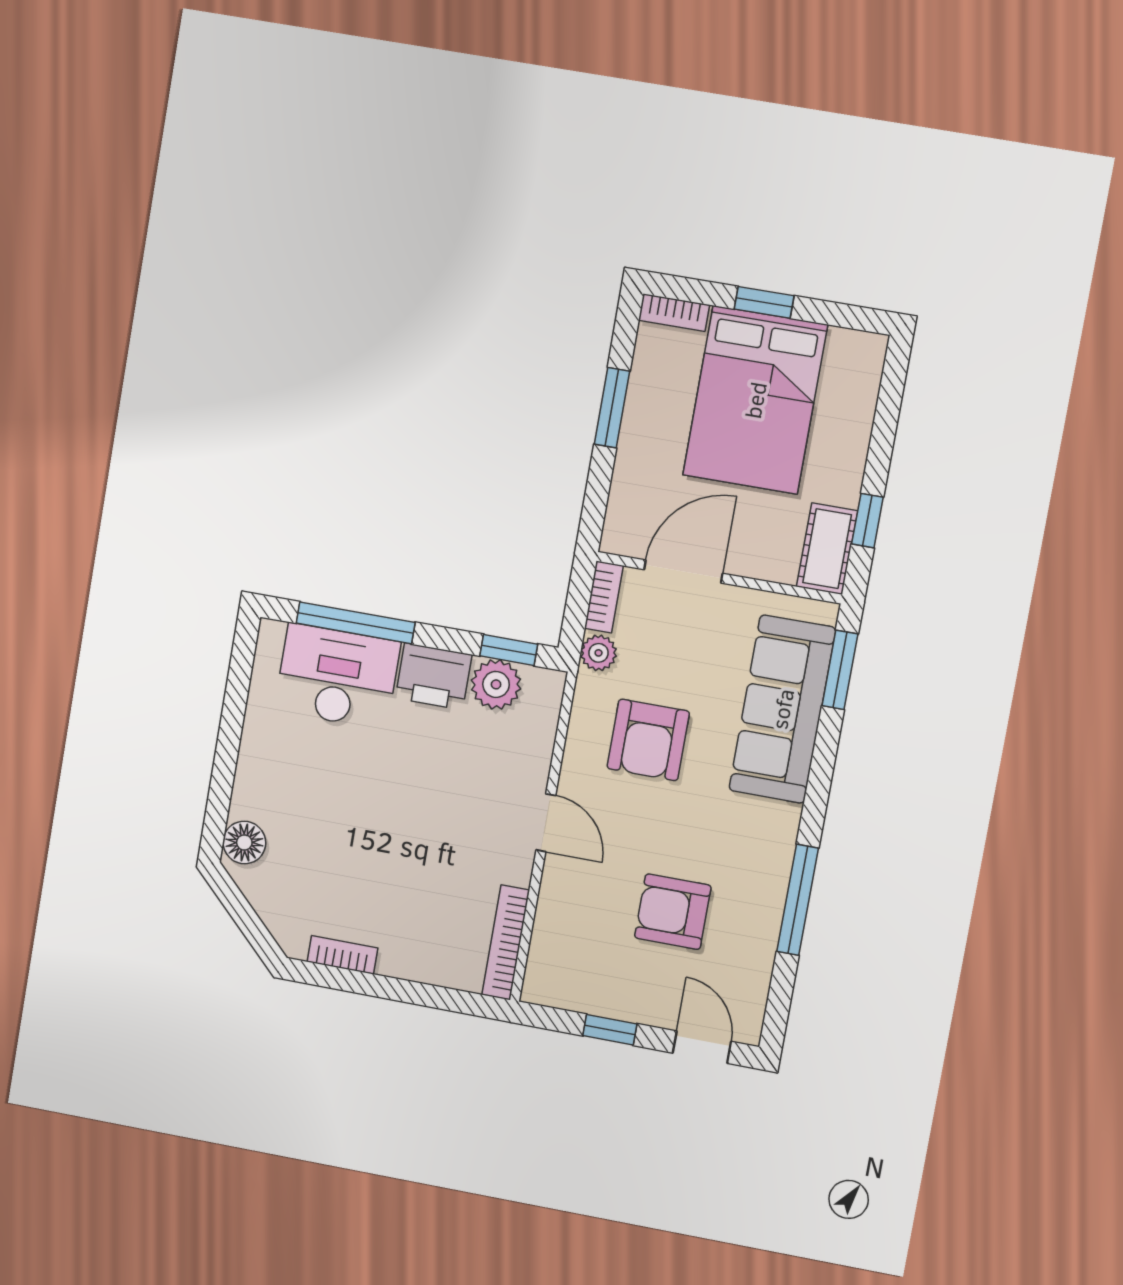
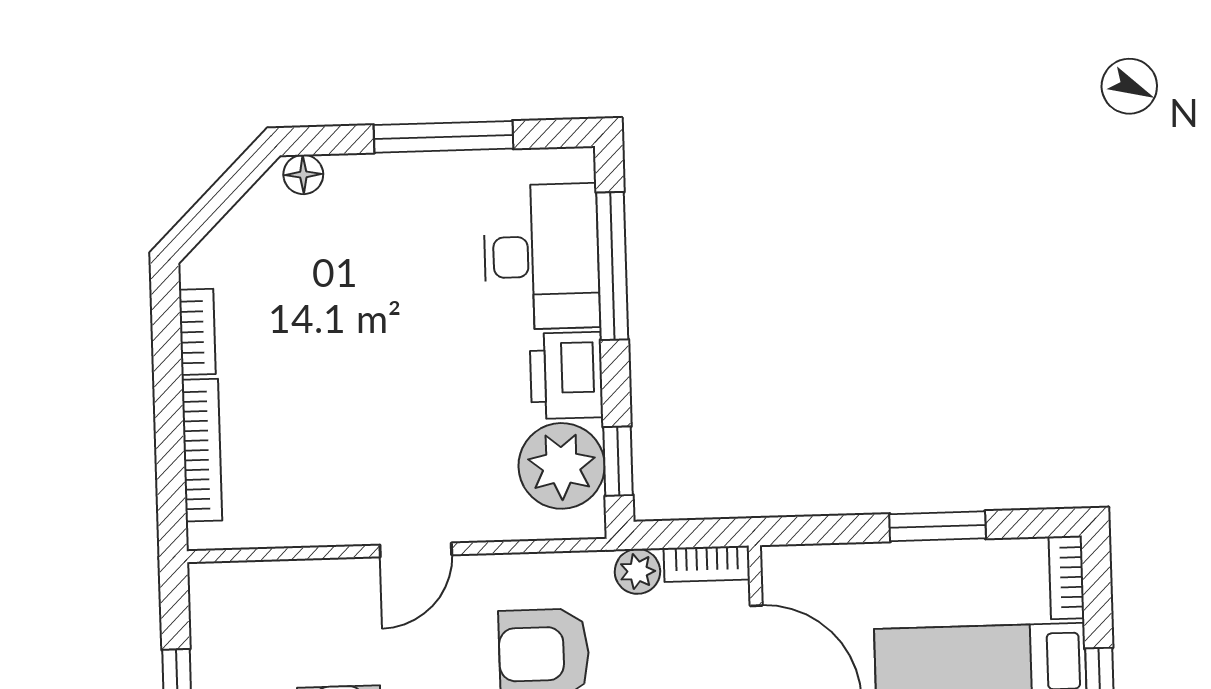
plant: (496, 684) -> (562, 466), width x1.36, depth x1.36
window: (230, 733) -> (443, 137), added
floor lamp: (244, 843) -> (303, 174), width x0.73, depth x0.73
bookcase: (506, 942) -> (202, 450), moved, turned 90

